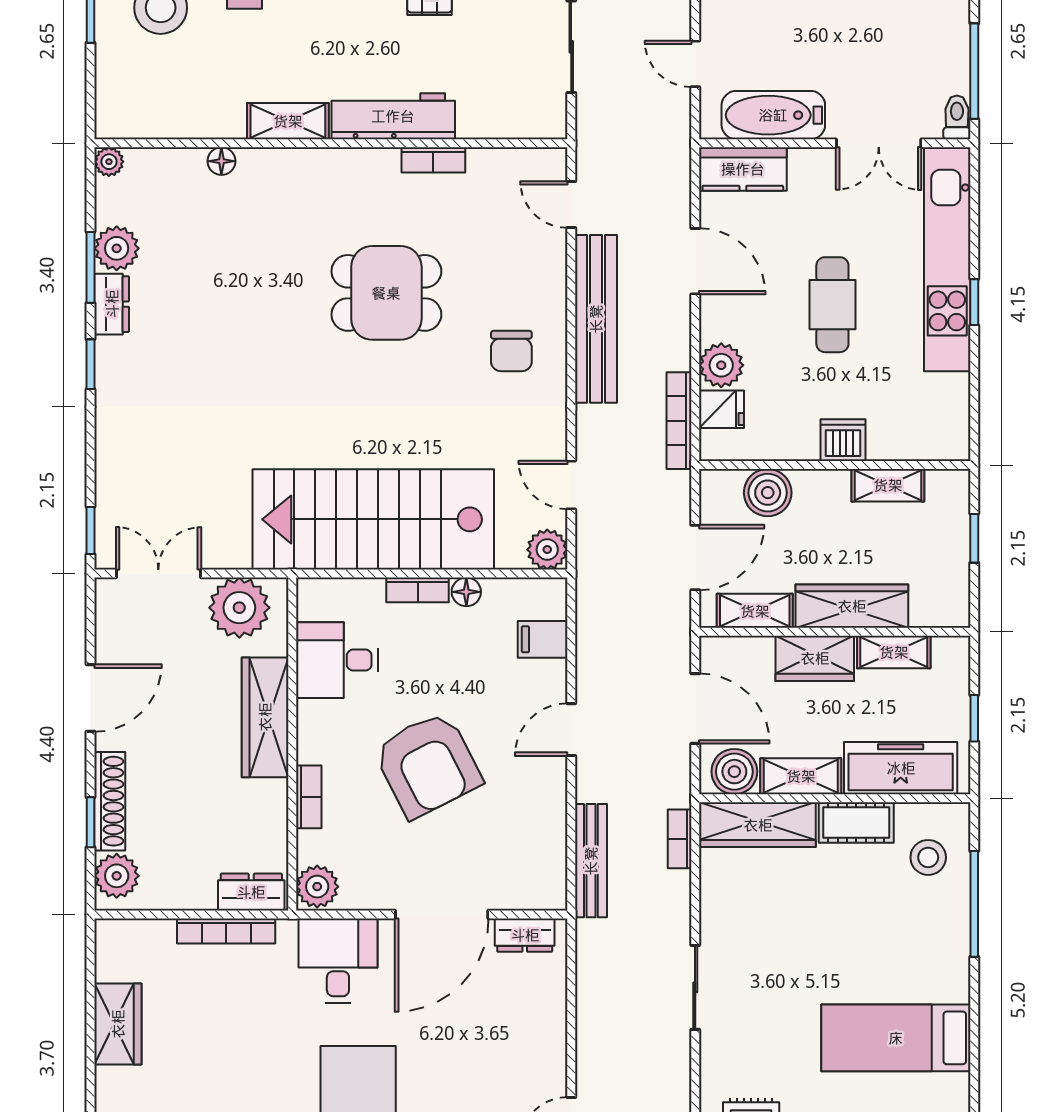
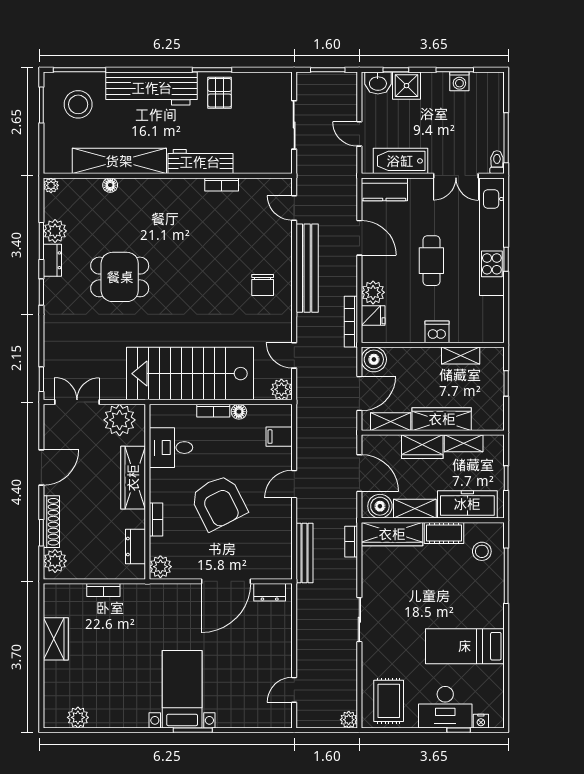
shelving: (288, 121) -> (119, 161), width x2.20, depth x1.33
dining table: (386, 293) -> (120, 277), moved
boiler: (768, 493) -> (374, 359), moved
dresser: (251, 892) -> (135, 547), moved, turned -90
bookcase: (226, 931) -> (103, 590), width x0.64
desk: (338, 961) -> (171, 606), removed

